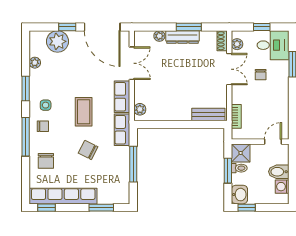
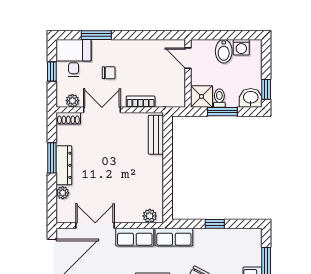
bookcase: (236, 116) -> (141, 102), moved
window: (133, 164) -> (215, 224), width x0.46

